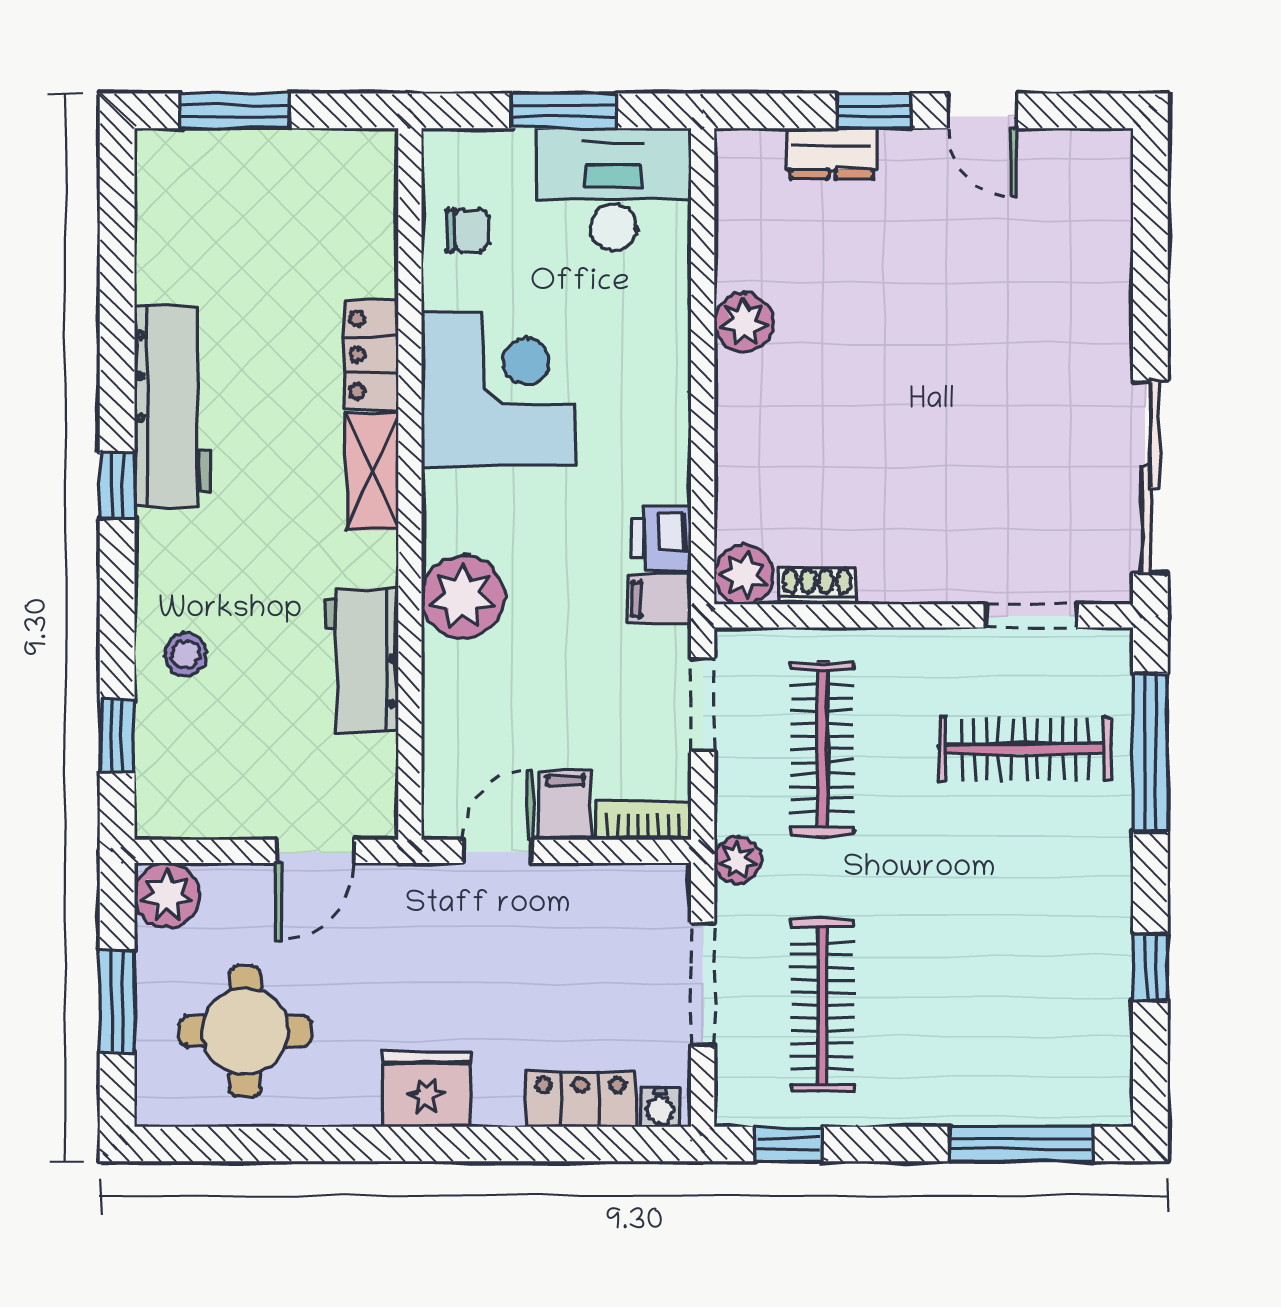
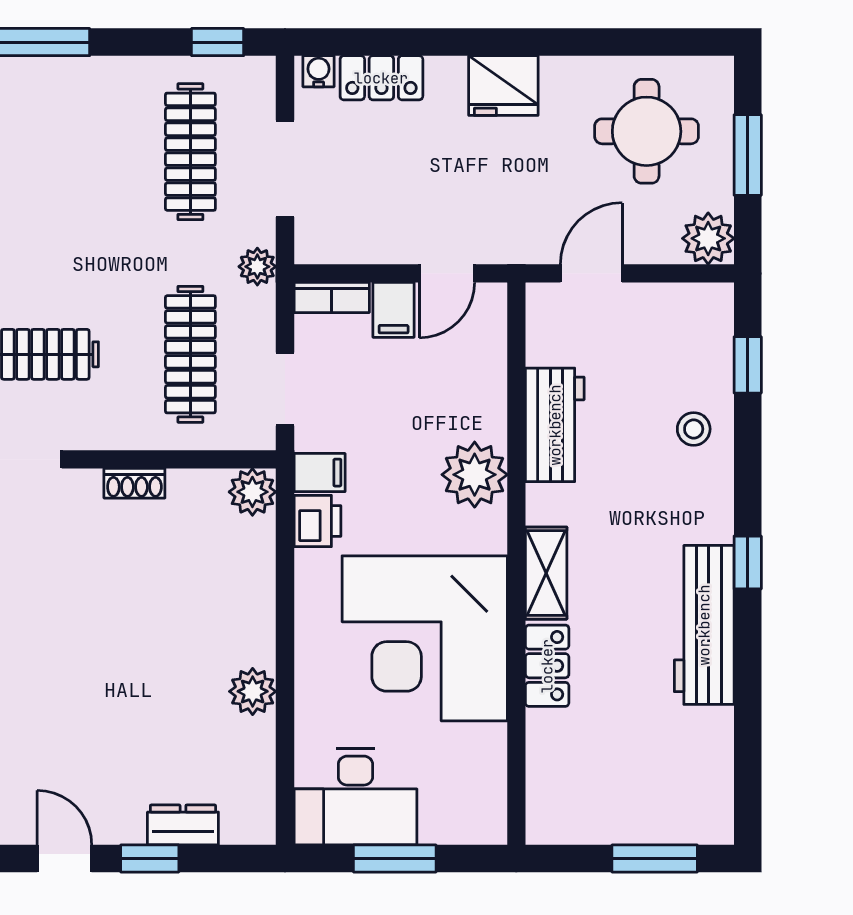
chair: (467, 230) -> (471, 764), removed
corner desk: (498, 389) -> (425, 638), width x1.36, depth x1.36
shoe rack: (817, 586) -> (134, 483), moved

